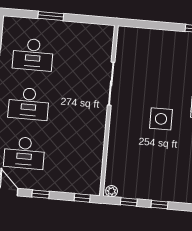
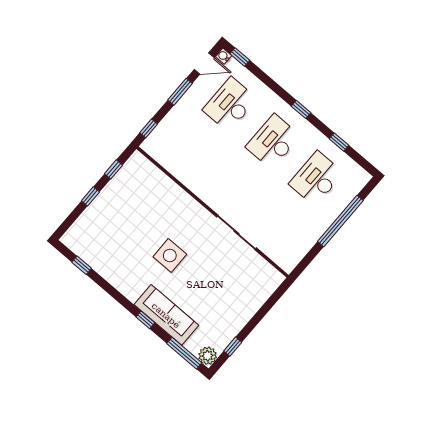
window: (51, 16) -> (340, 221), width x2.11
plant: (112, 191) -> (135, 160), removed
window: (41, 194) -> (180, 92), width x1.50

